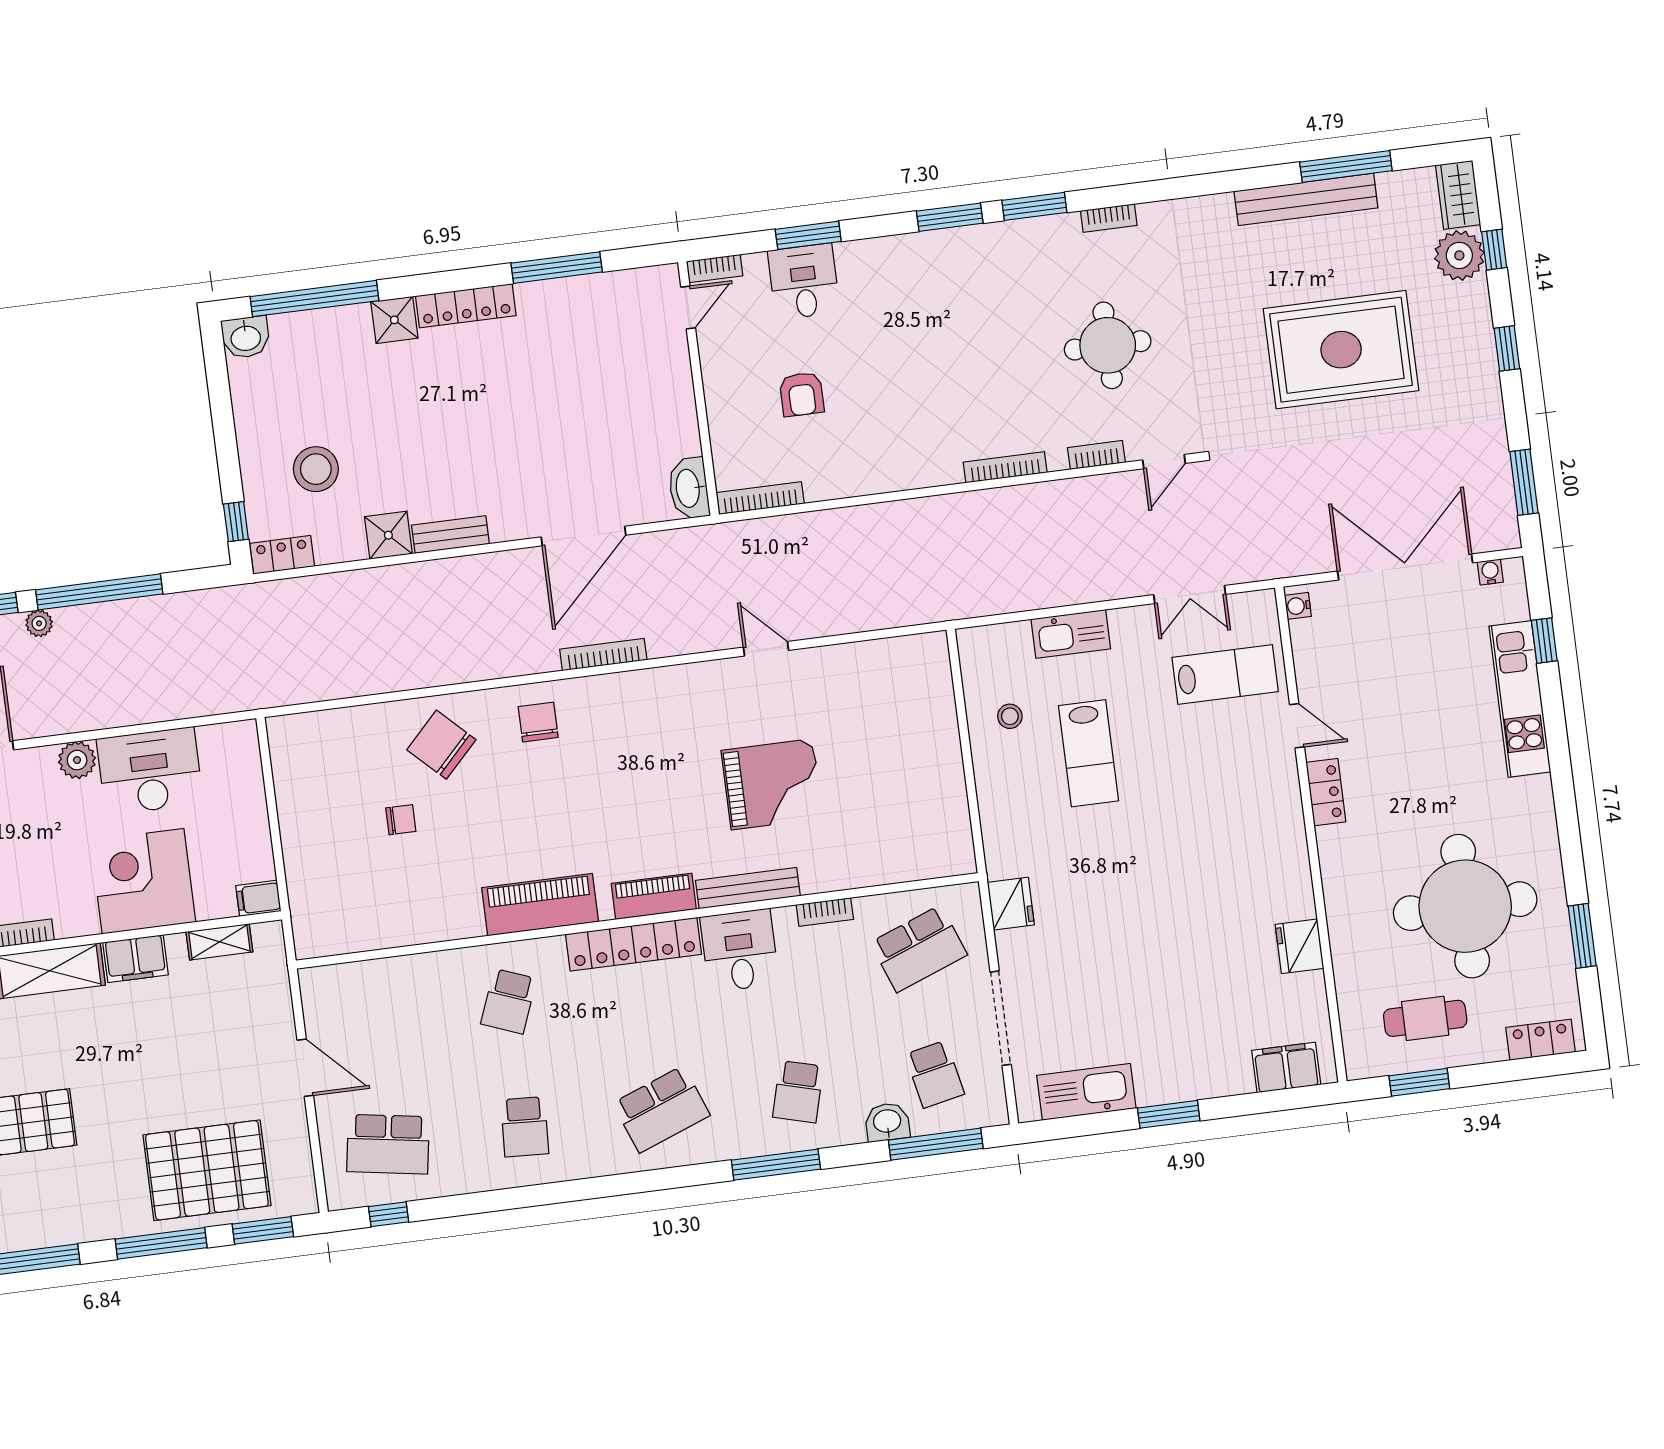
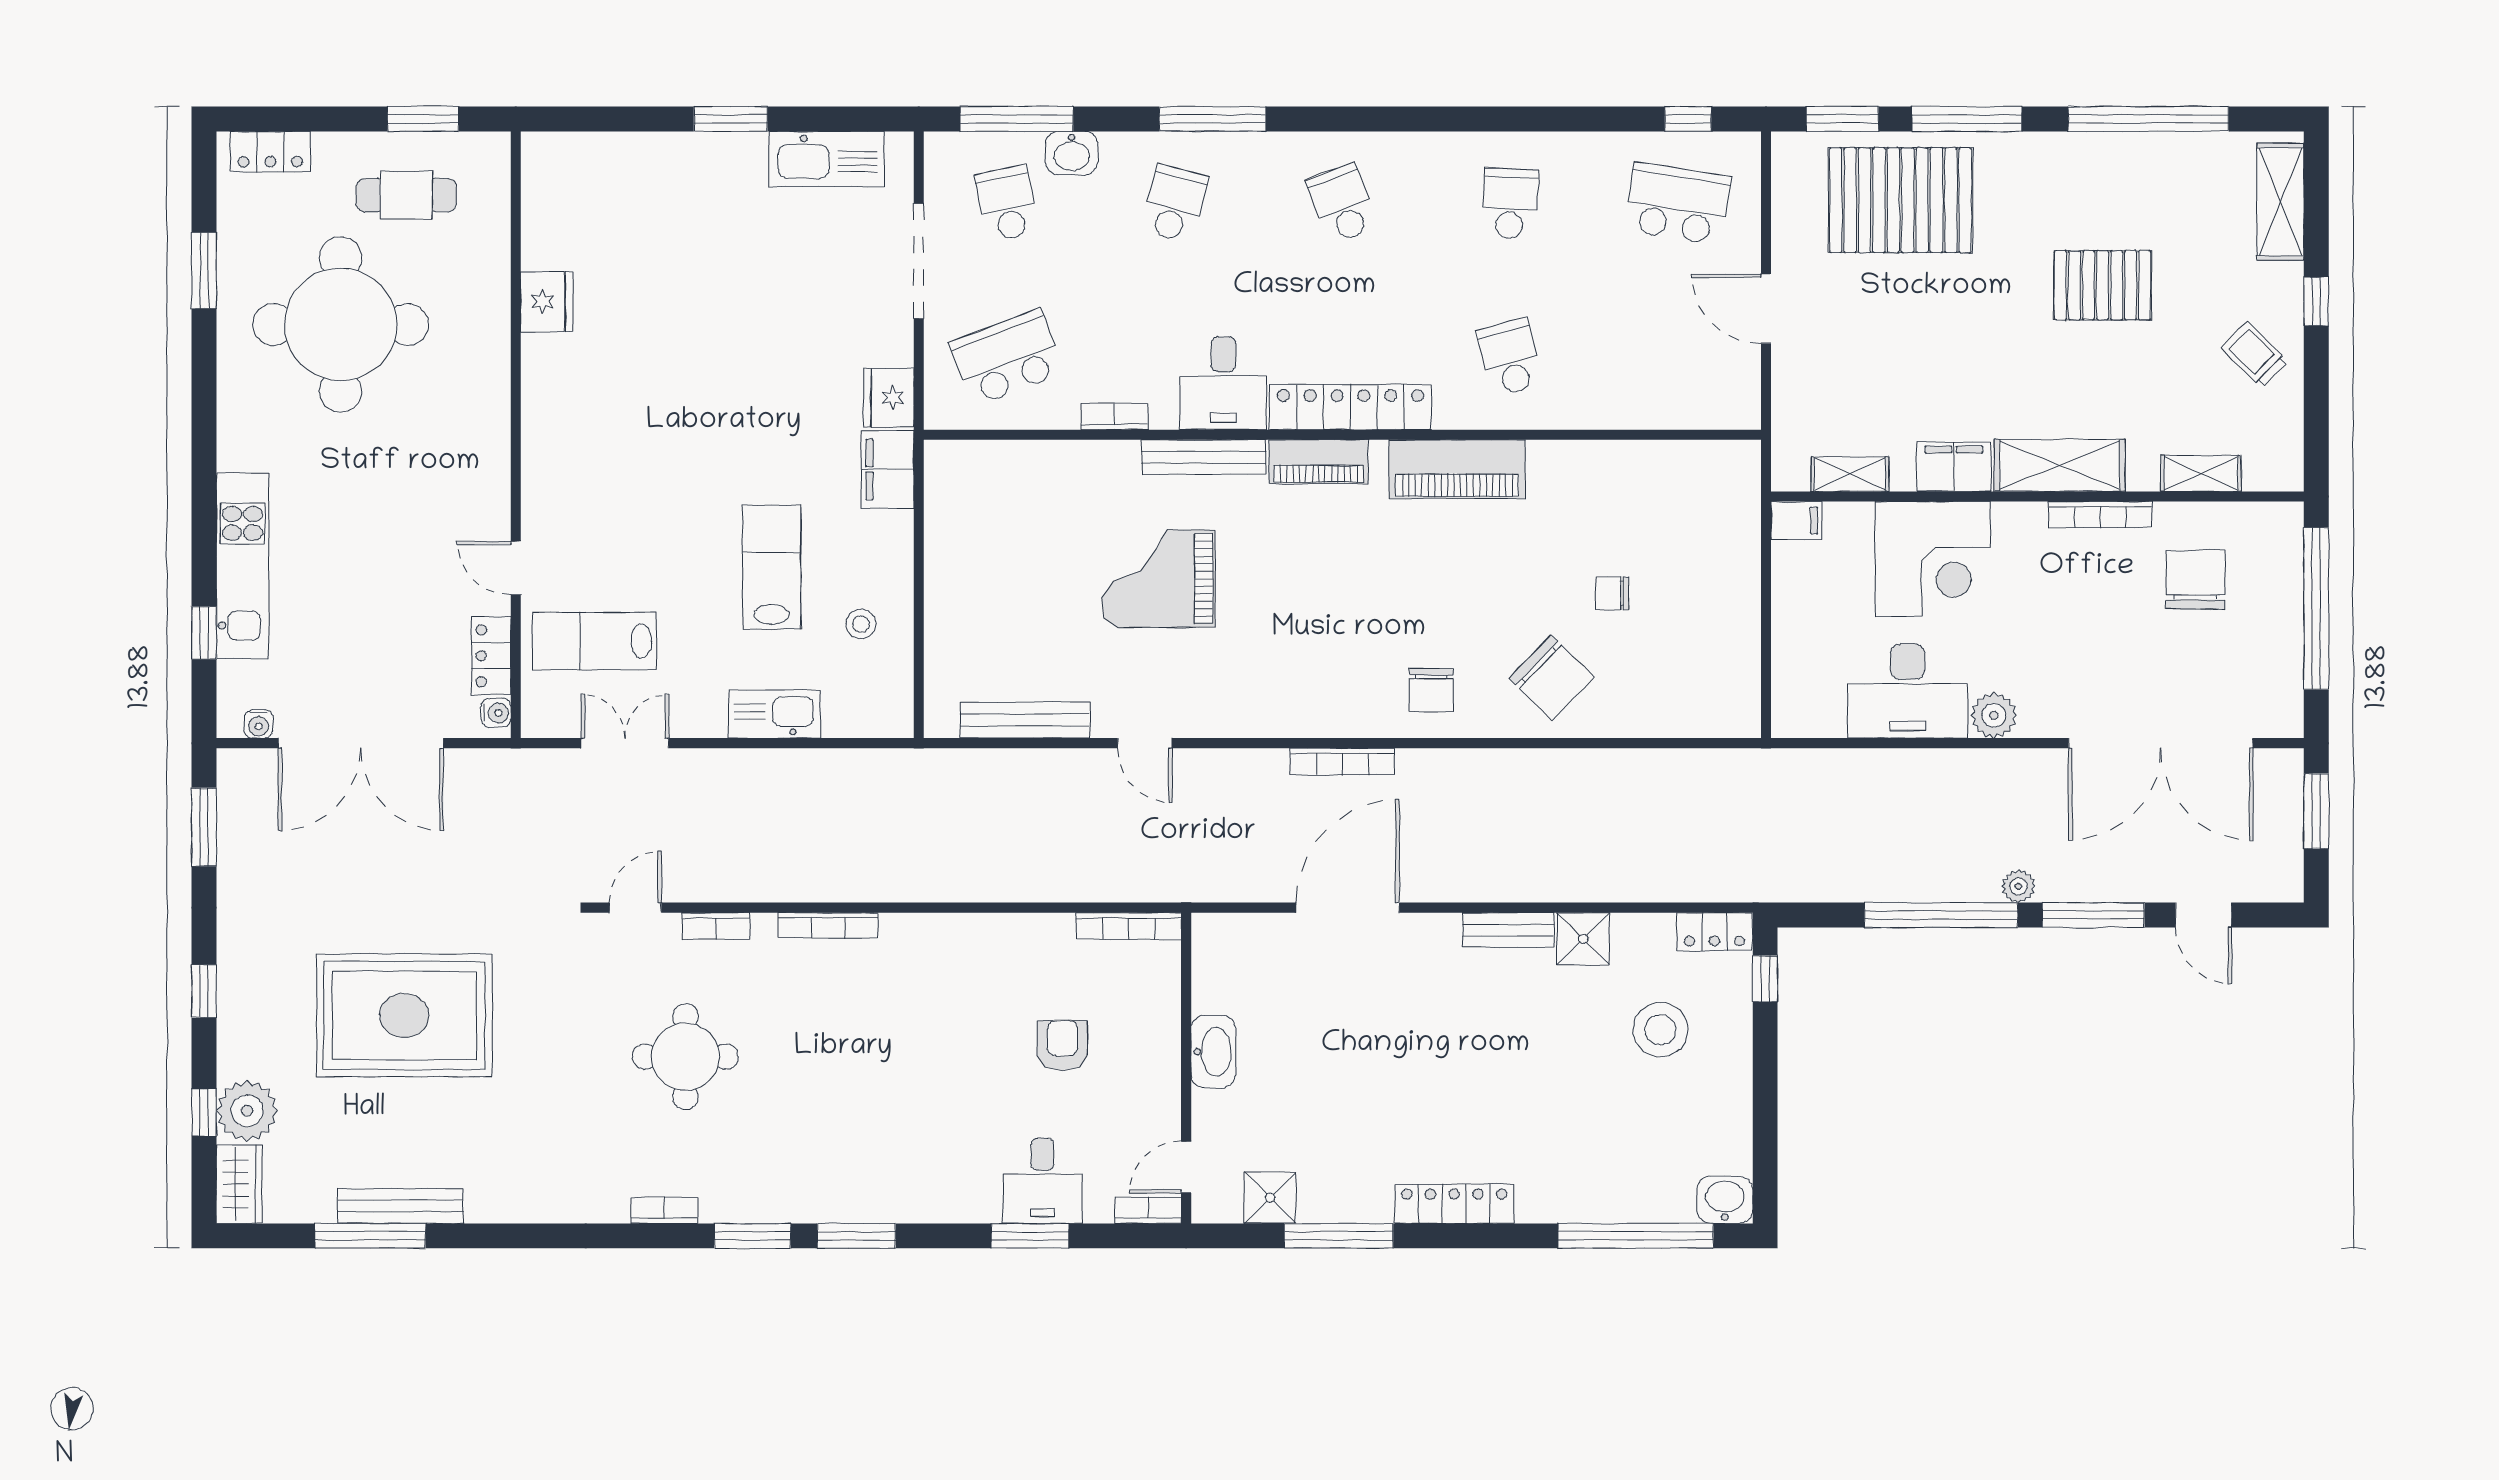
bench: (1306, 199) -> (401, 1206), width x0.73, depth x0.82
shower: (394, 320) -> (1270, 1198), moved
washbasin: (689, 488) -> (1213, 1052), moved
bench: (866, 655) -> (1025, 720), added
locker: (1326, 792) -> (491, 656), moved
school desk: (509, 1001) -> (1510, 358), turned -36
filing cabinet: (1286, 1067) -> (888, 469), moved, turned 90
school desk: (661, 1109) -> (1342, 204), width x0.54

